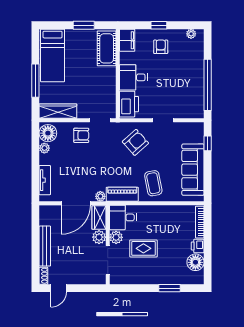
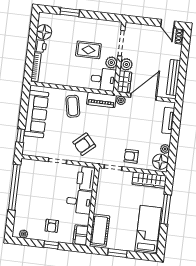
bench: (45, 246) -> (173, 77), moved
door: (59, 288) -> (168, 24), swing flipped

